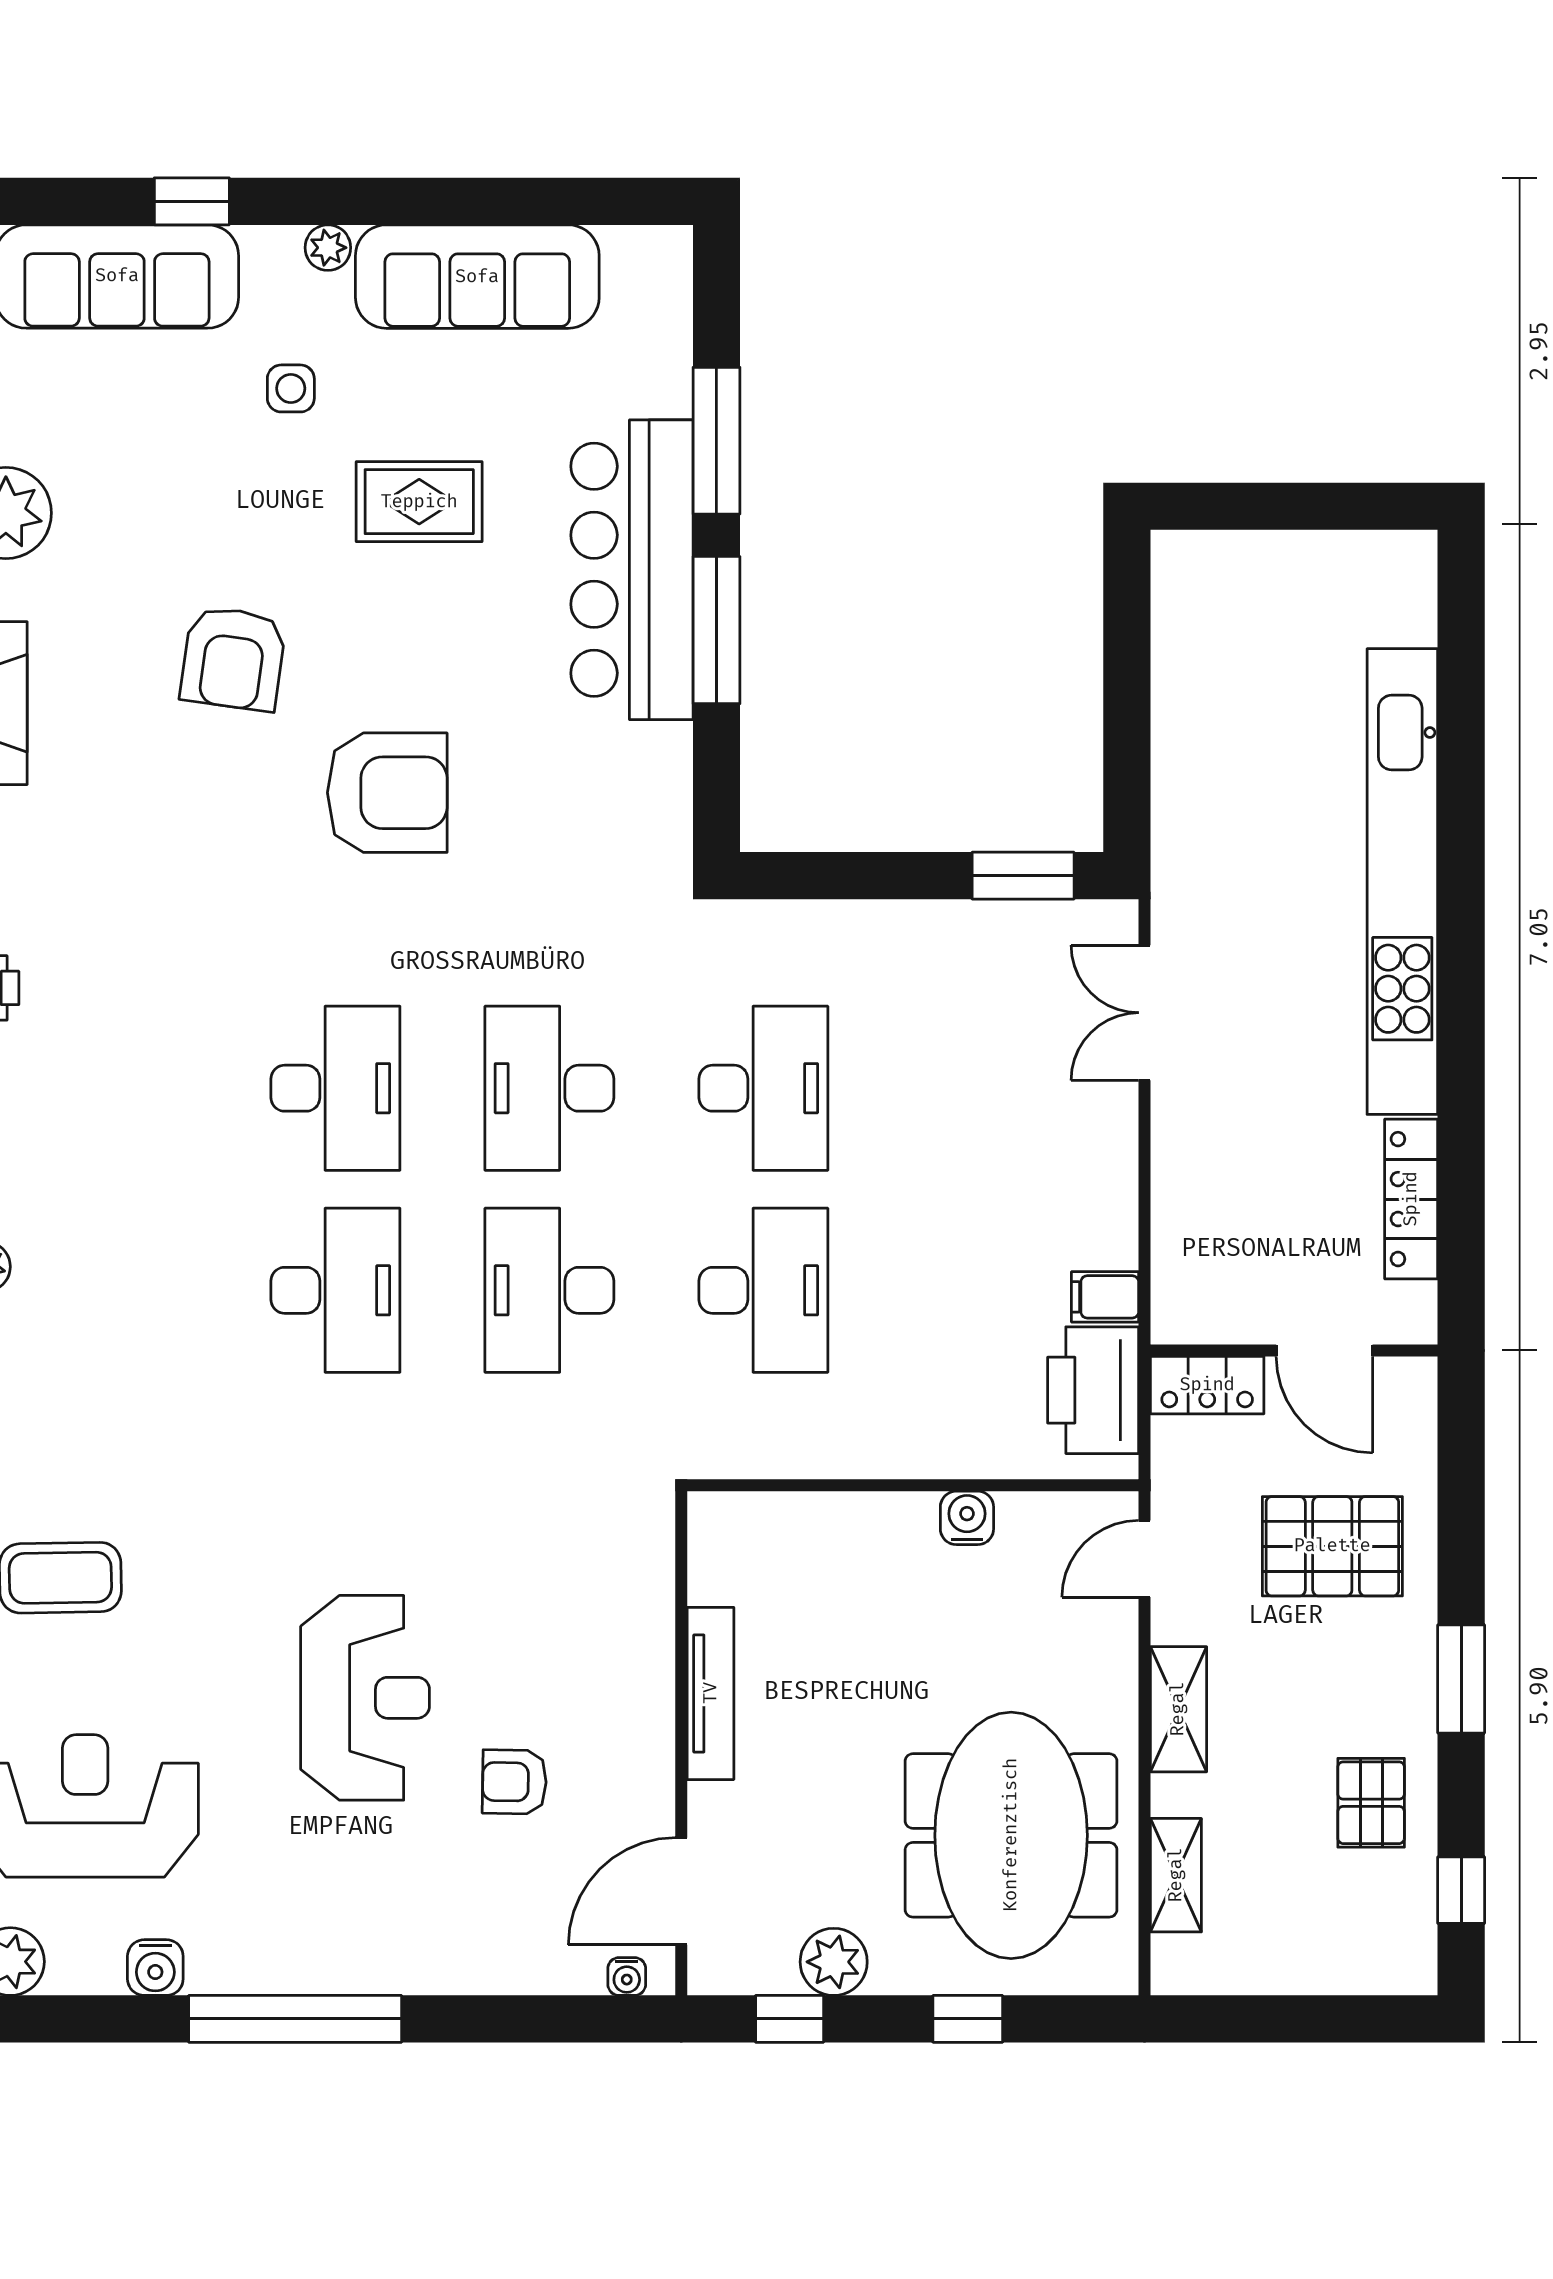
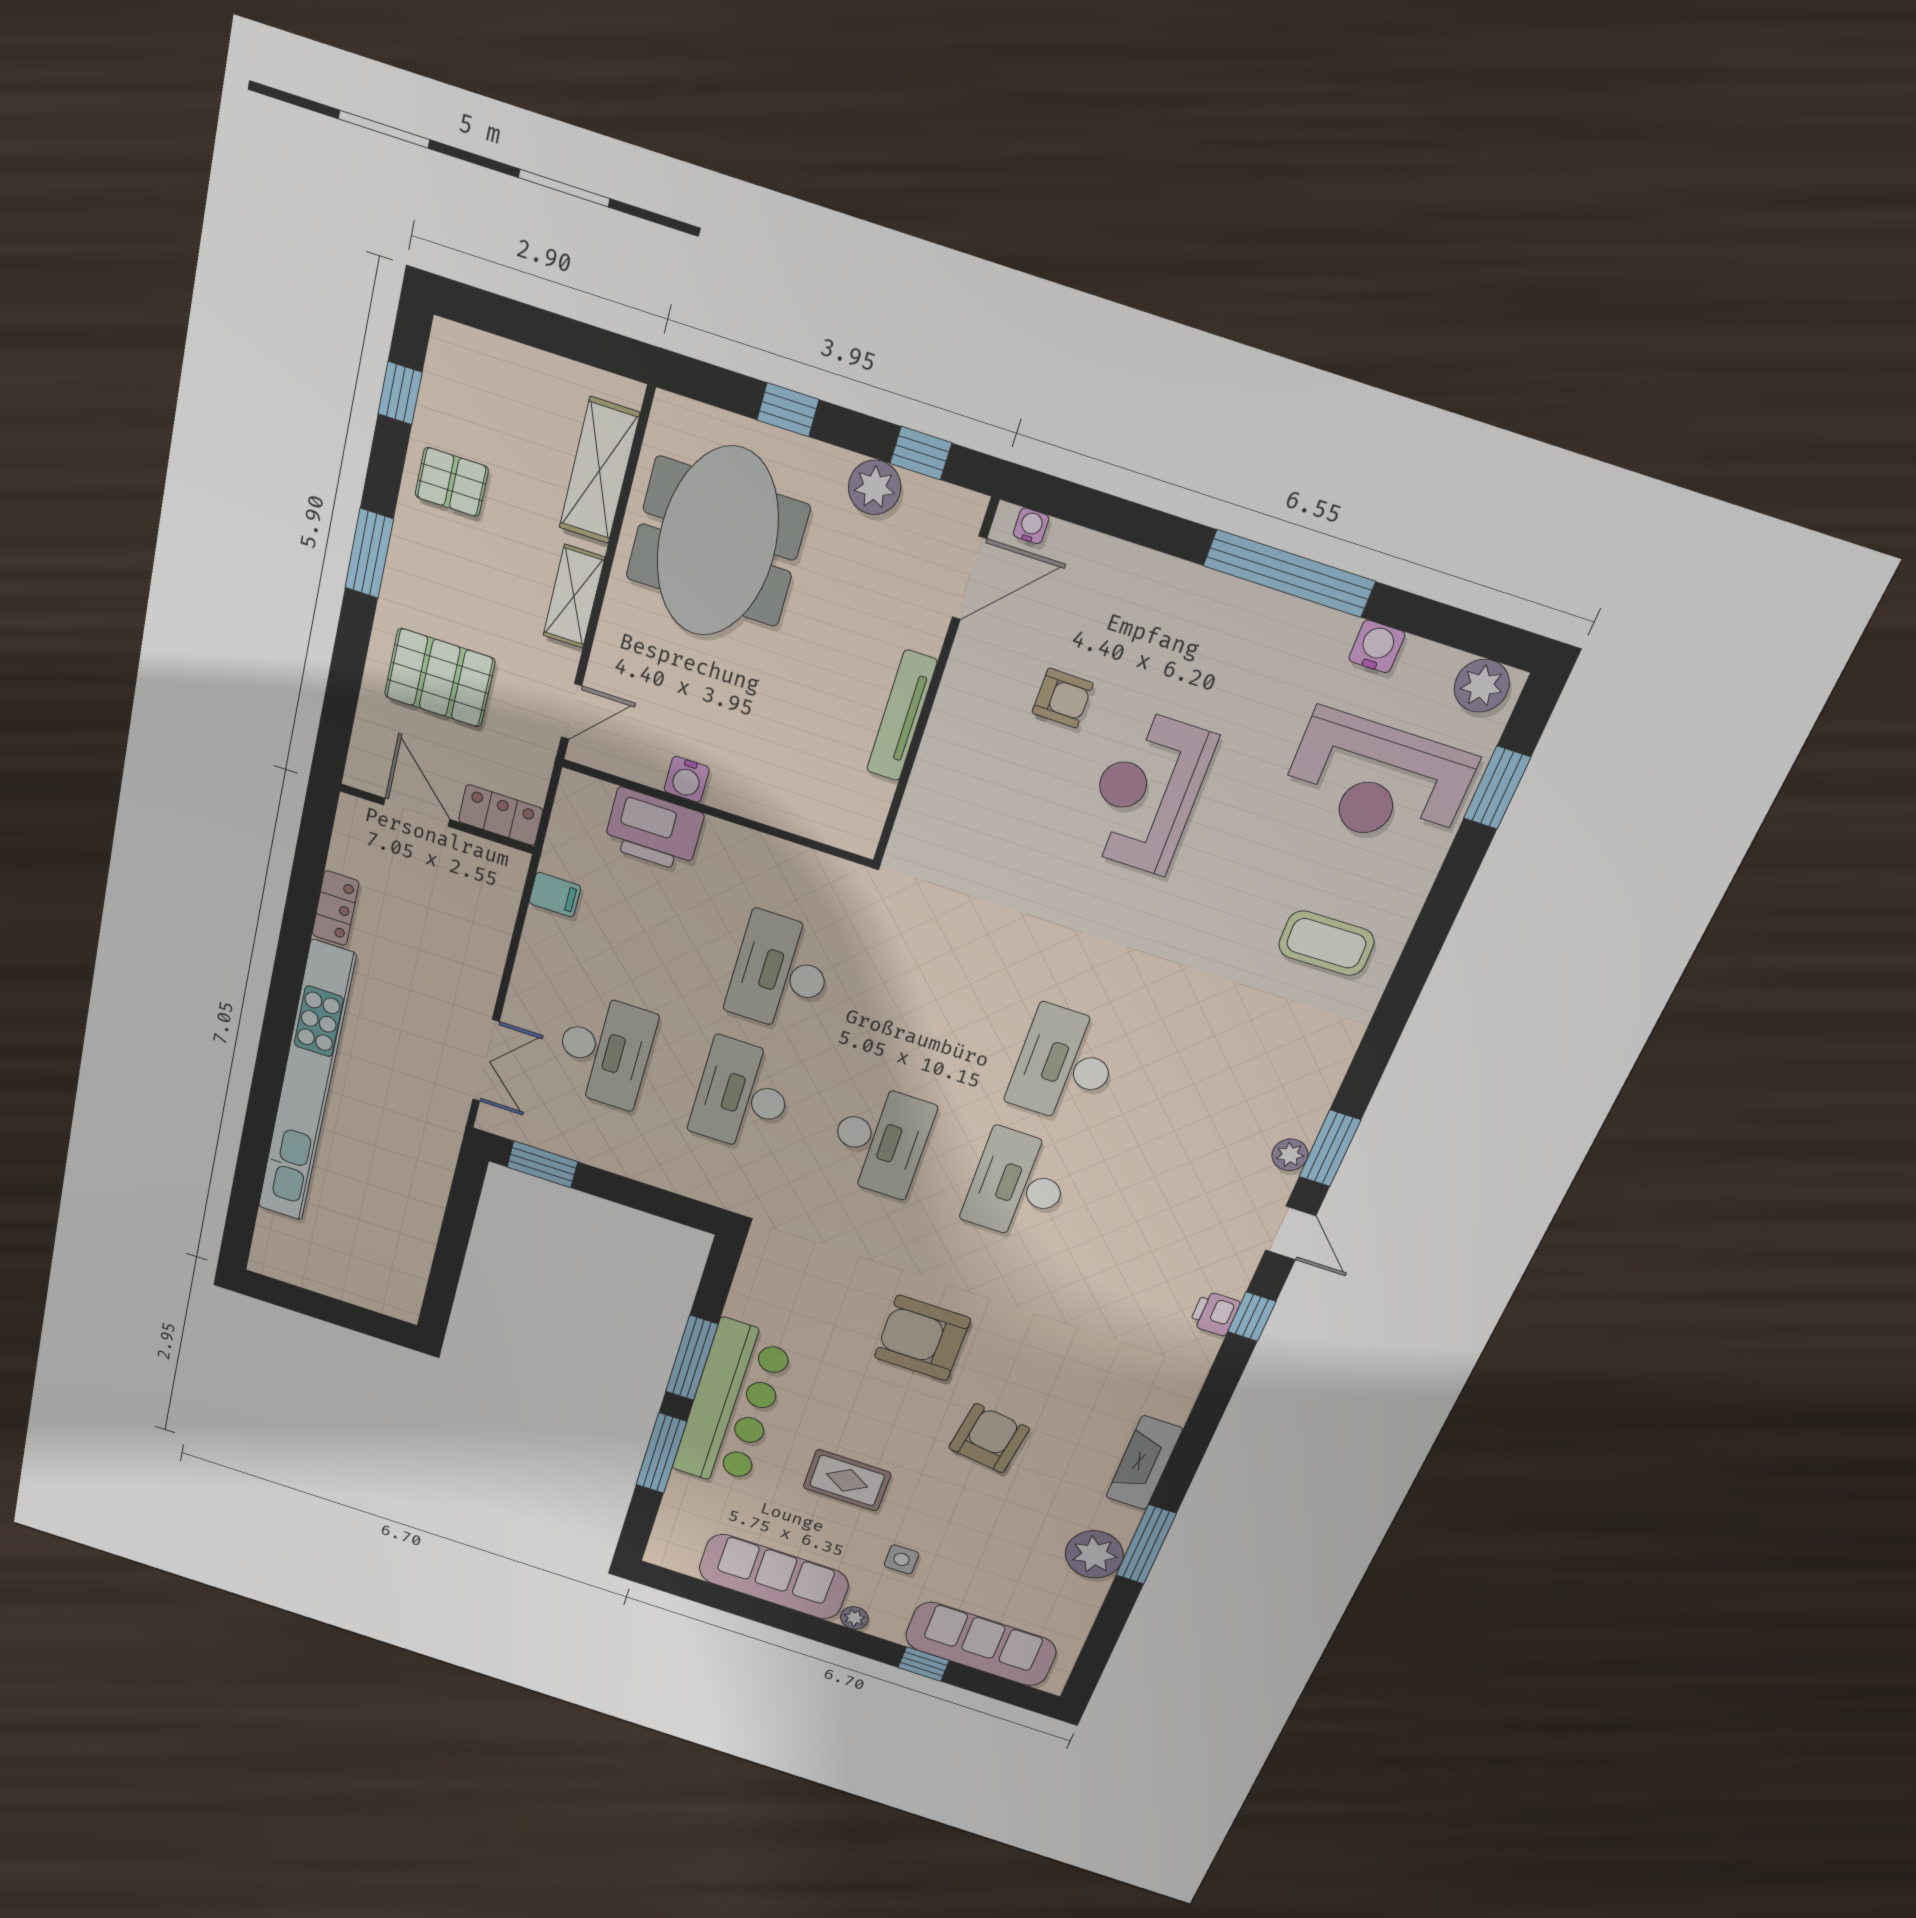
locker: (1411, 1199) -> (335, 908), width x0.66
desk: (549, 1290) -> (605, 1051), moved
printer: (1093, 1390) -> (654, 830), moved, turned 90
pallet: (1371, 1803) -> (452, 482), turned 90
shelving: (1176, 1875) -> (599, 471), width x1.50, depth x1.33

